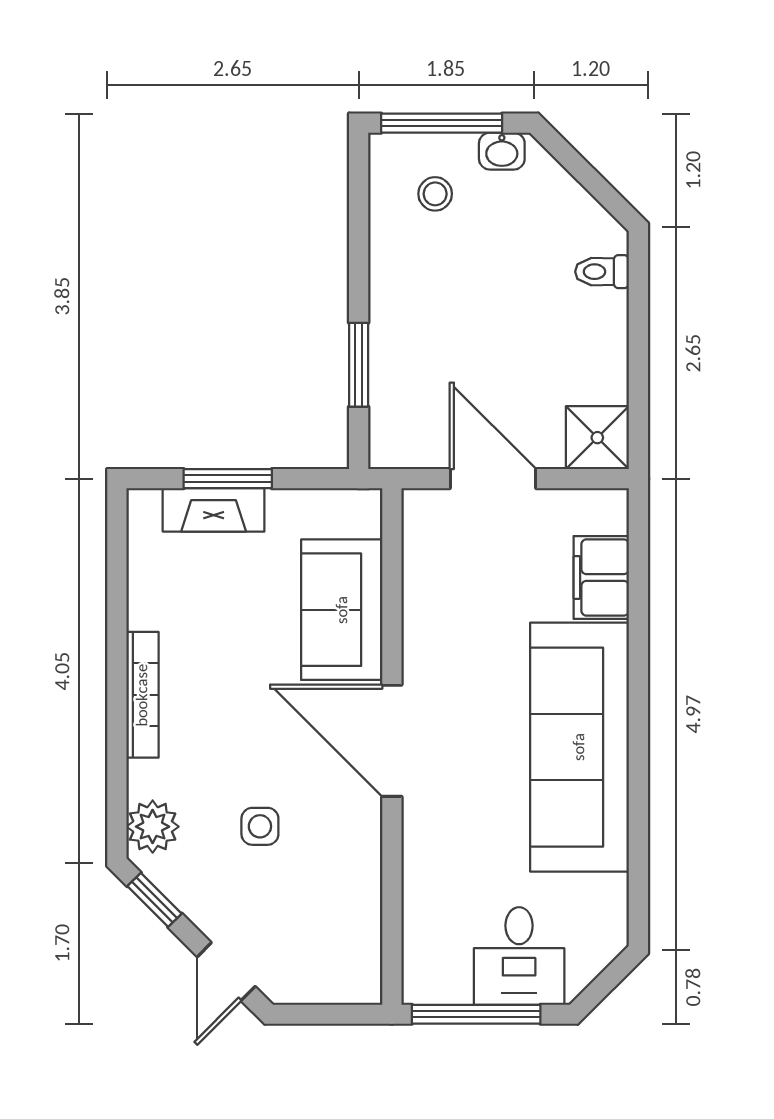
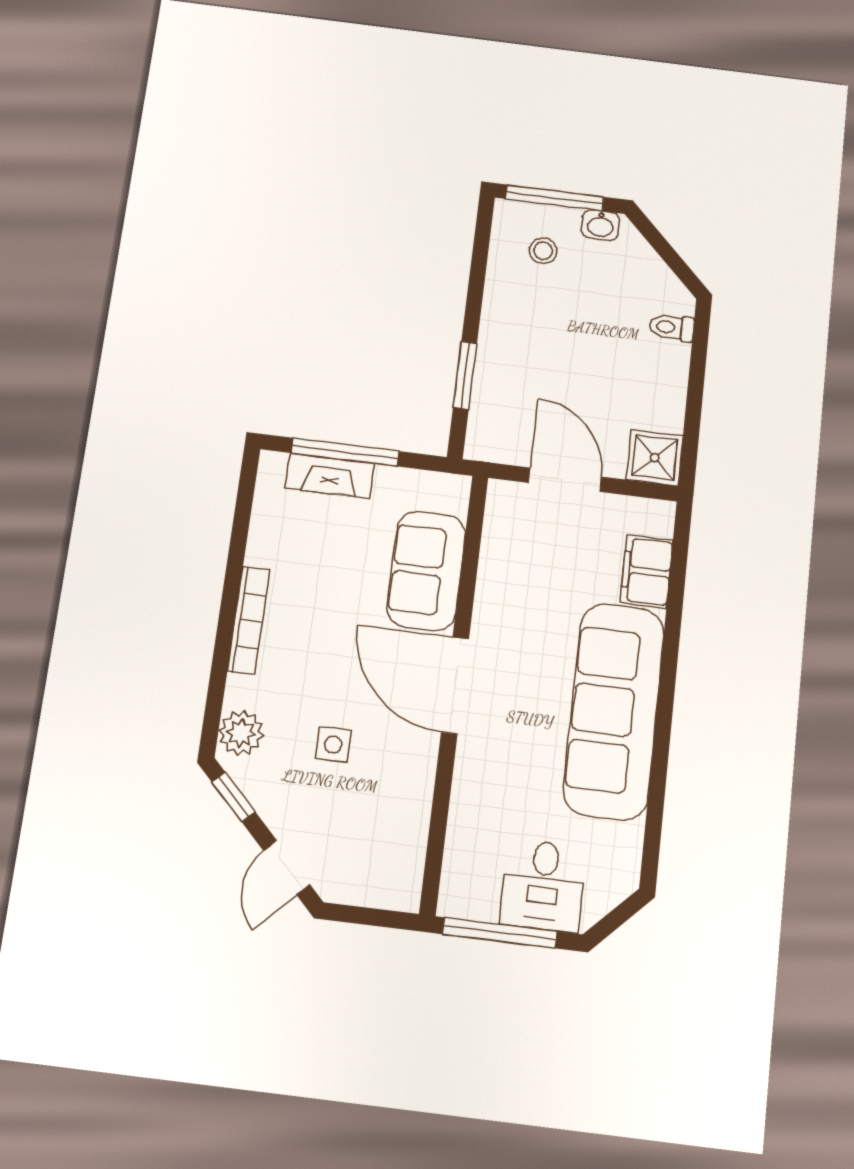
window: (228, 479) -> (345, 452), width x1.44

